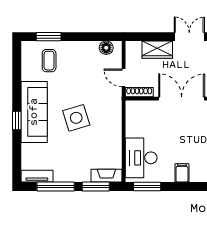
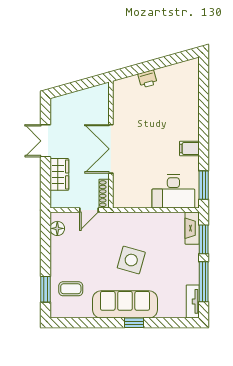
side table: (76, 118) -> (131, 260), turned 33

